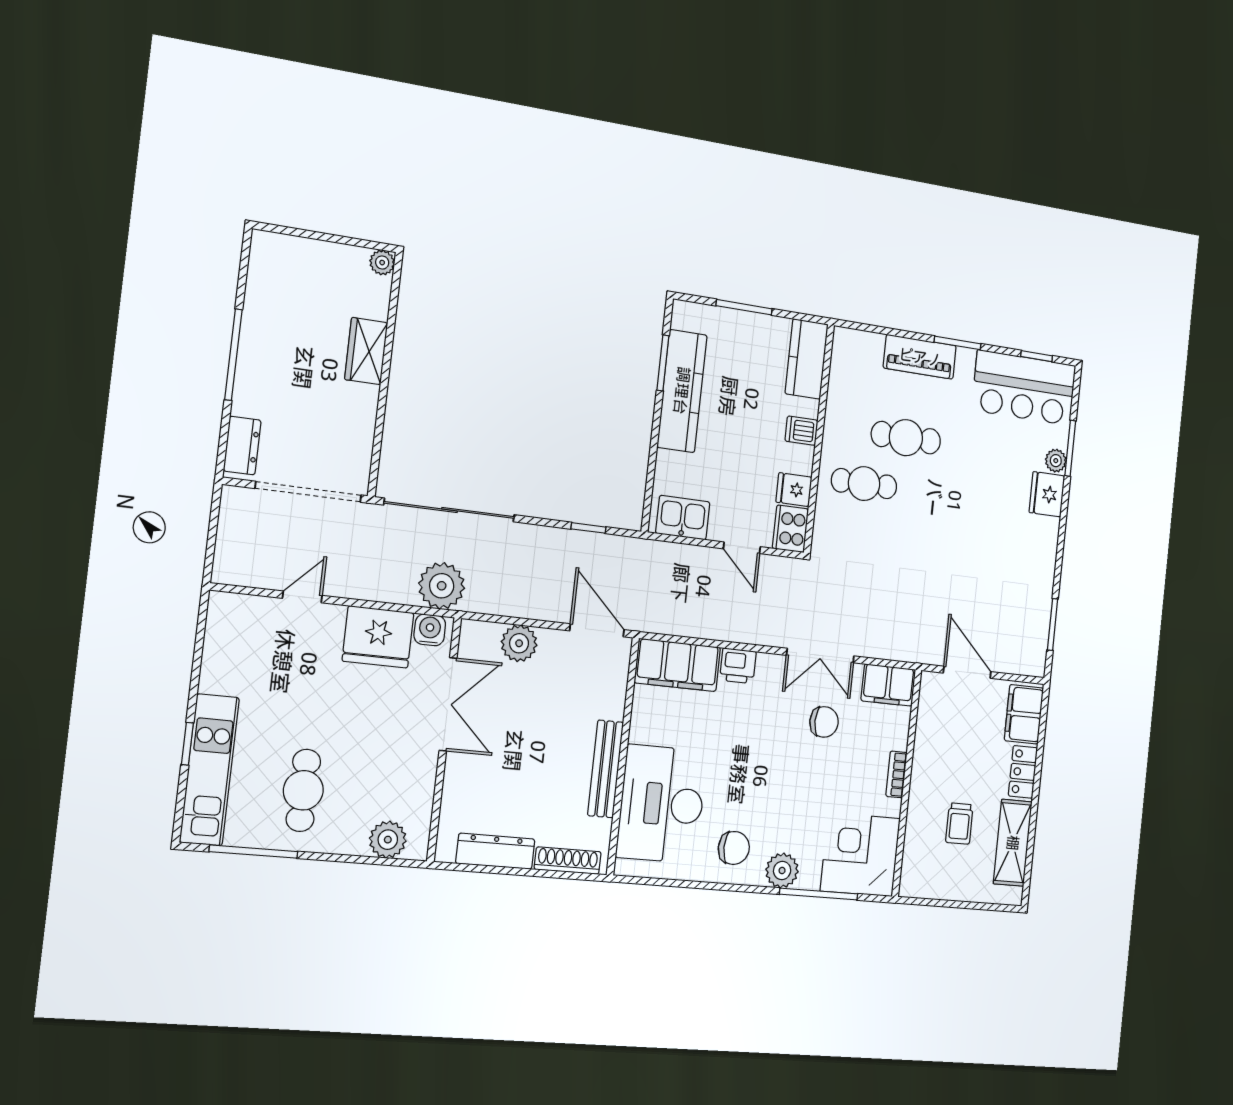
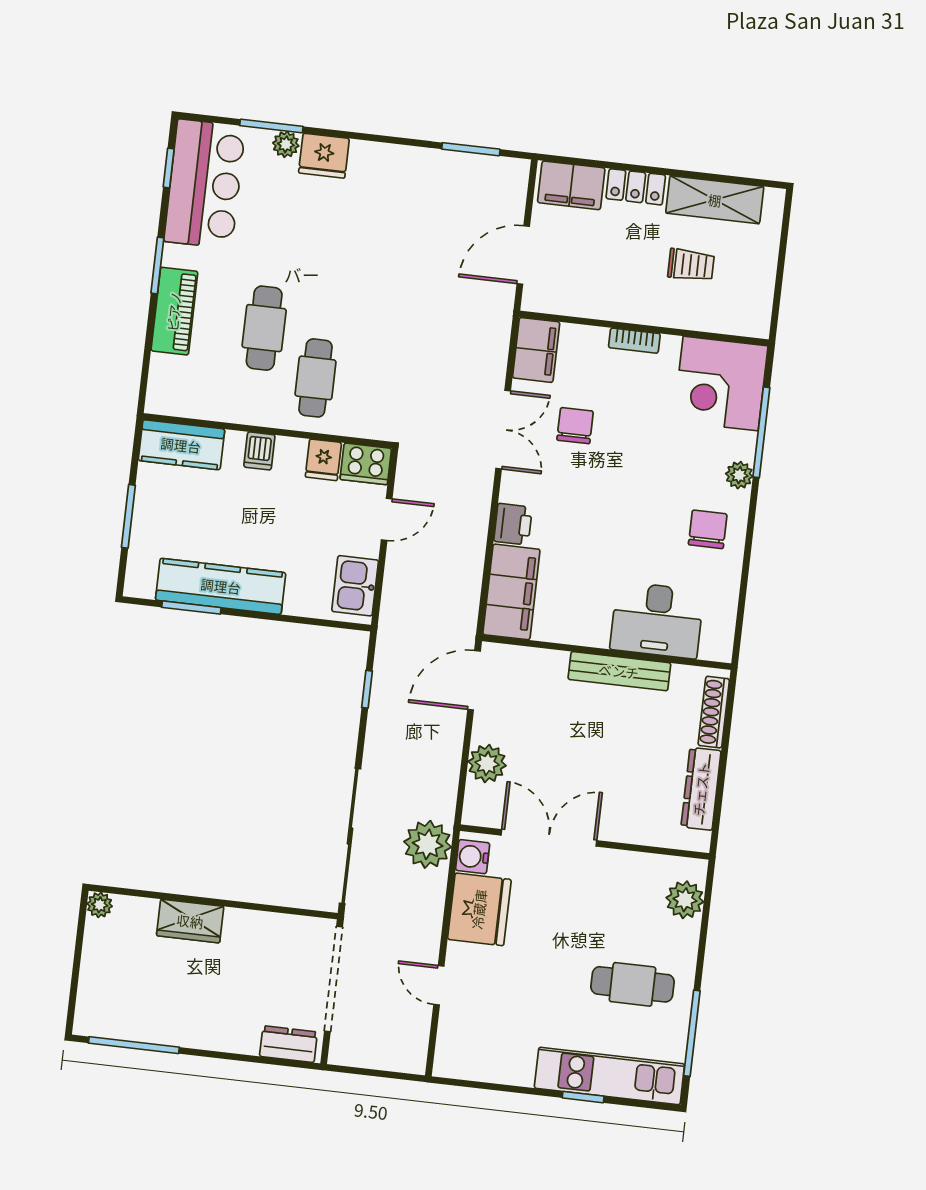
window: (233, 355) -> (134, 1045), moved
desk: (662, 804) -> (657, 620), width x0.73, depth x0.77
plant: (782, 871) -> (739, 475), width x0.73, depth x0.73

